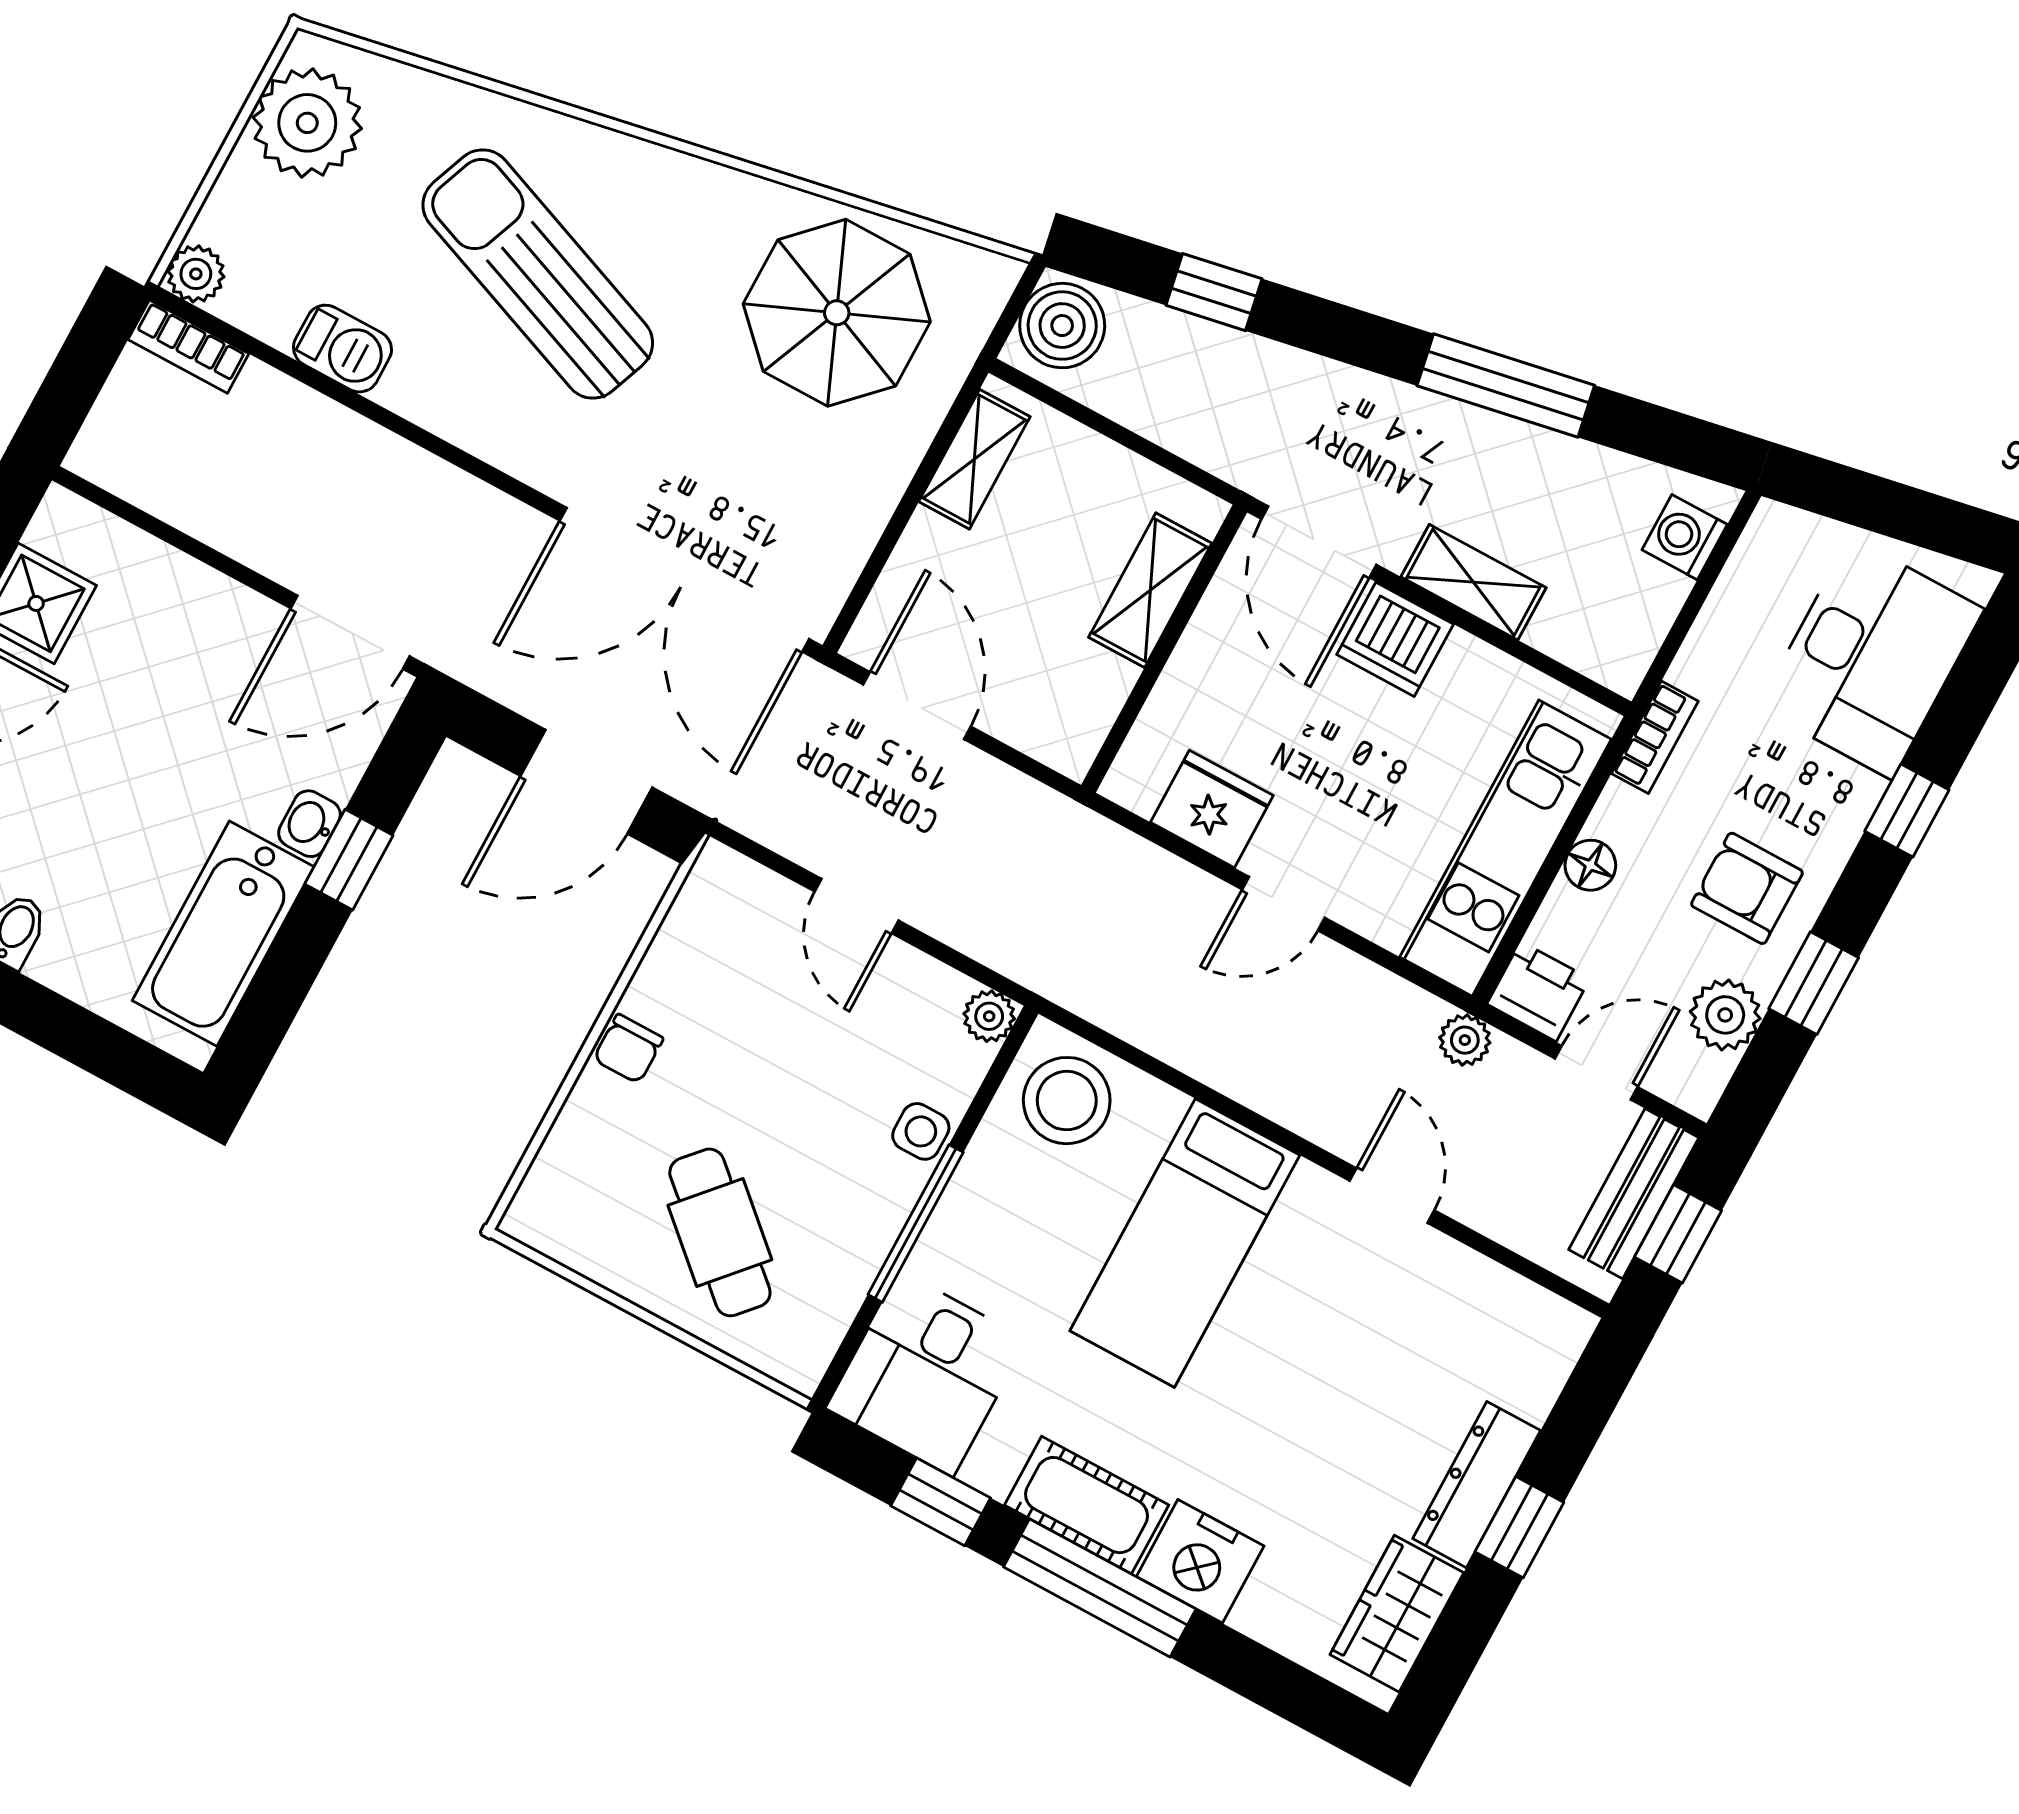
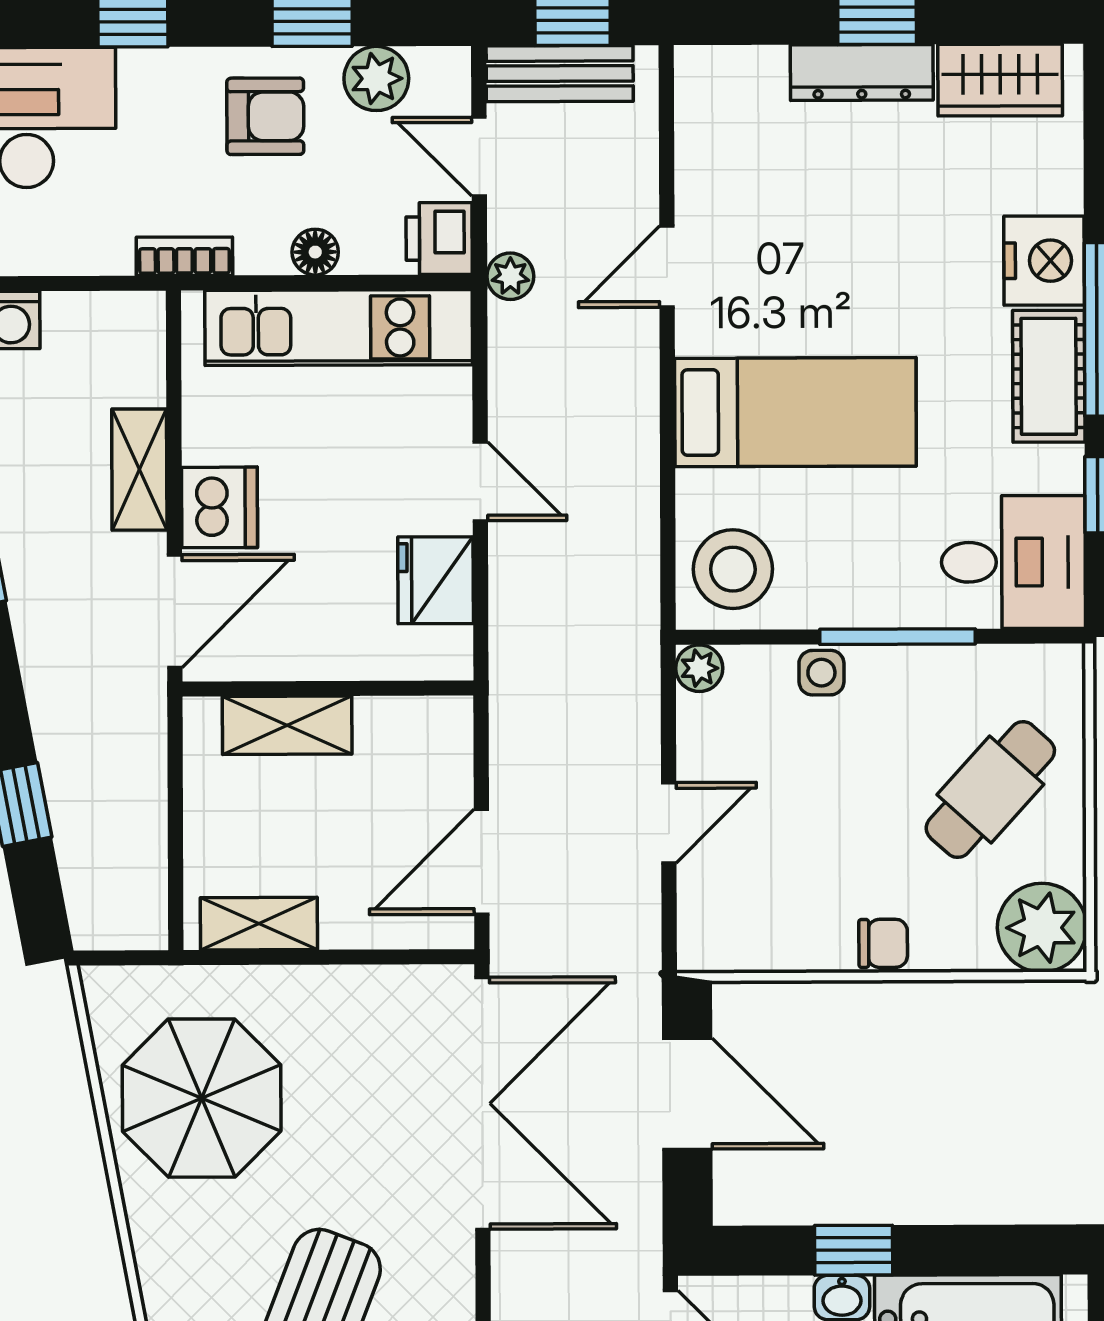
boiler: (1062, 326) -> (113, 912), removed
armchair: (1747, 888) -> (265, 116), turned -90
plant: (560, 1210) -> (1042, 928), added

